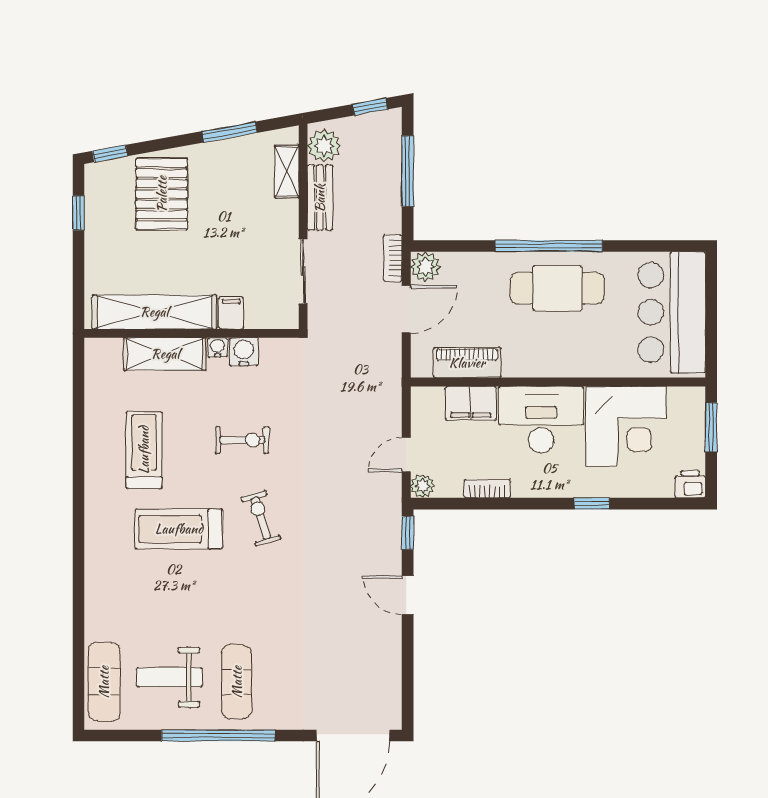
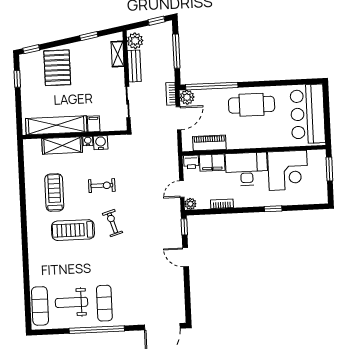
window: (230, 132) -> (89, 36), width x0.67
window: (549, 246) -> (212, 86), moved
printer: (690, 484) -> (191, 162), moved, turned 180

